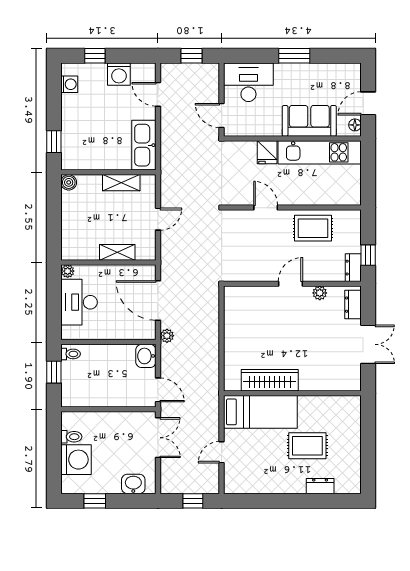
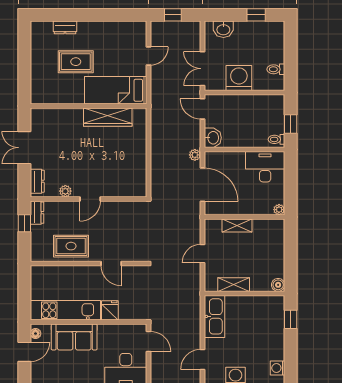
door: (158, 94) -> (202, 359), swing flipped
desk: (79, 302) -> (265, 167), moved, turned -90
washing machine: (76, 460) -> (239, 78), moved, turned 90

